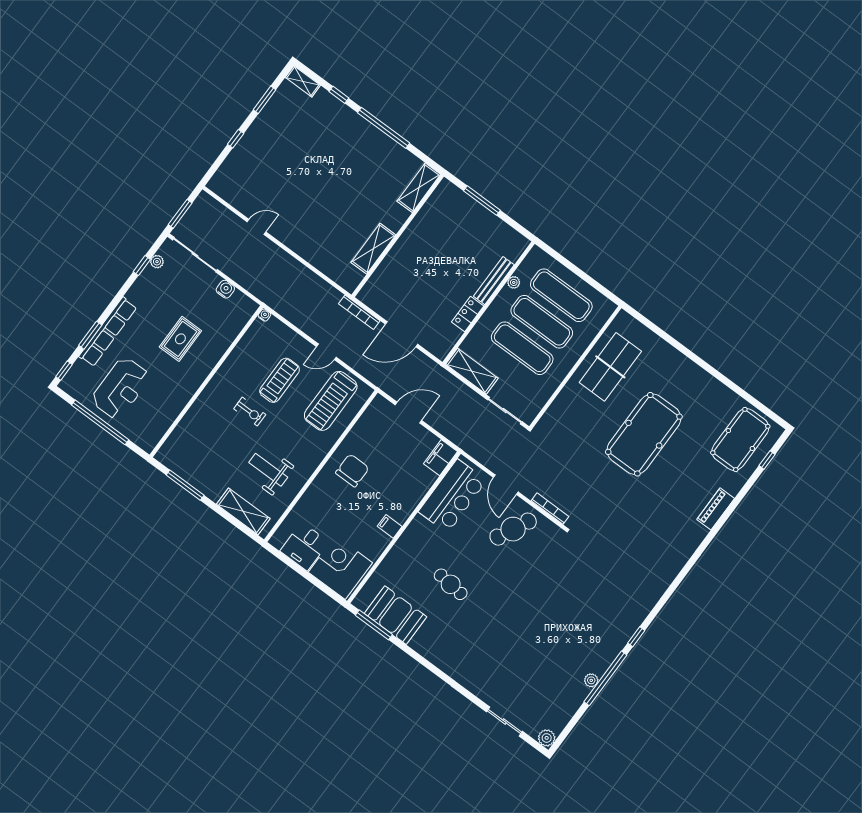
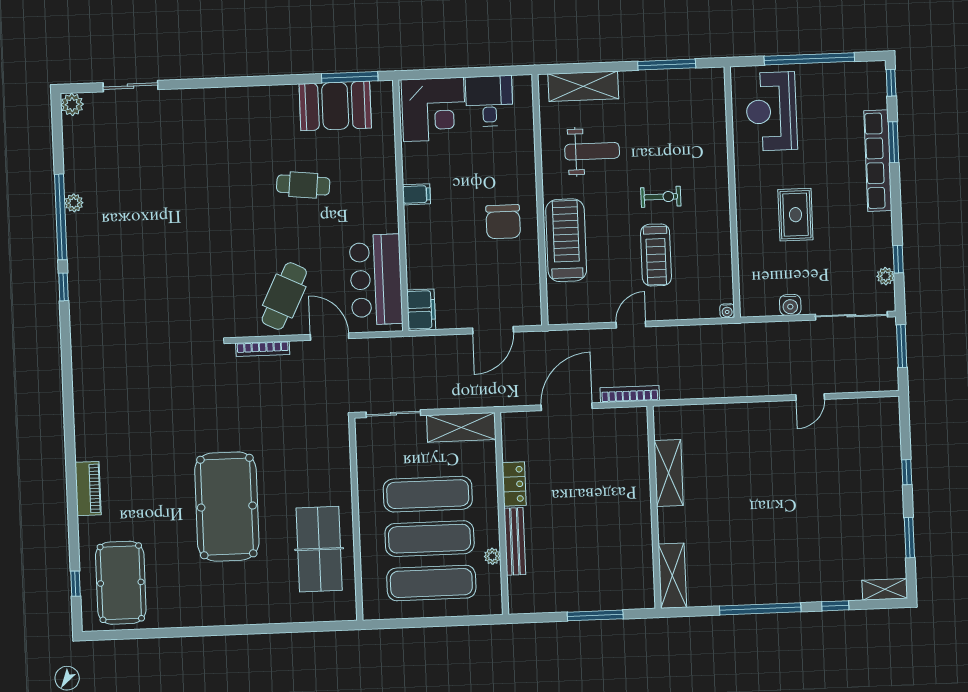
reception desk: (121, 388) -> (771, 111), moved
treadmill: (331, 401) -> (566, 240), moved
exercise bike: (250, 412) -> (661, 197), turned 180

